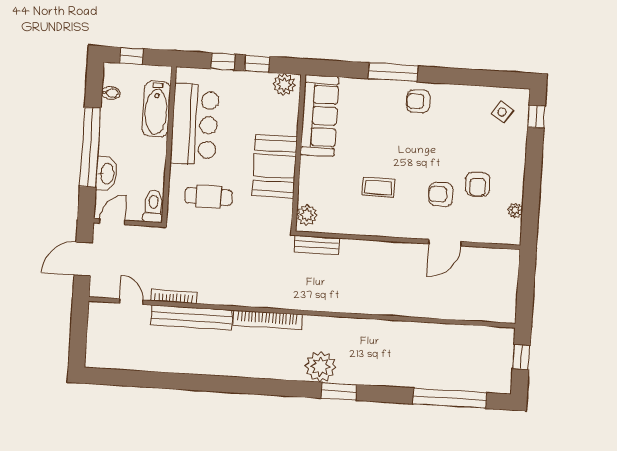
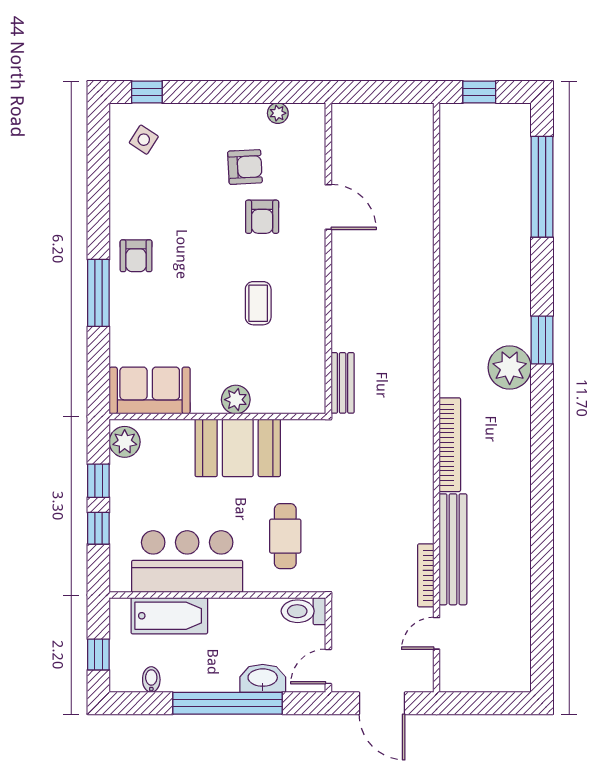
sofa: (320, 116) -> (150, 390), width x0.73
plant: (307, 215) -> (236, 400), moved
door: (112, 222) -> (328, 667), hinge flipped

